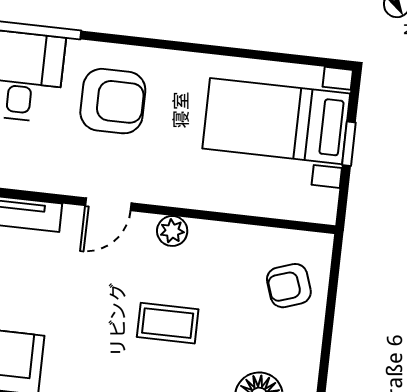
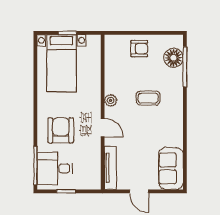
armchair: (289, 286) -> (139, 49), moved, turned -71
coffee table: (168, 323) -> (148, 98), turned 90

